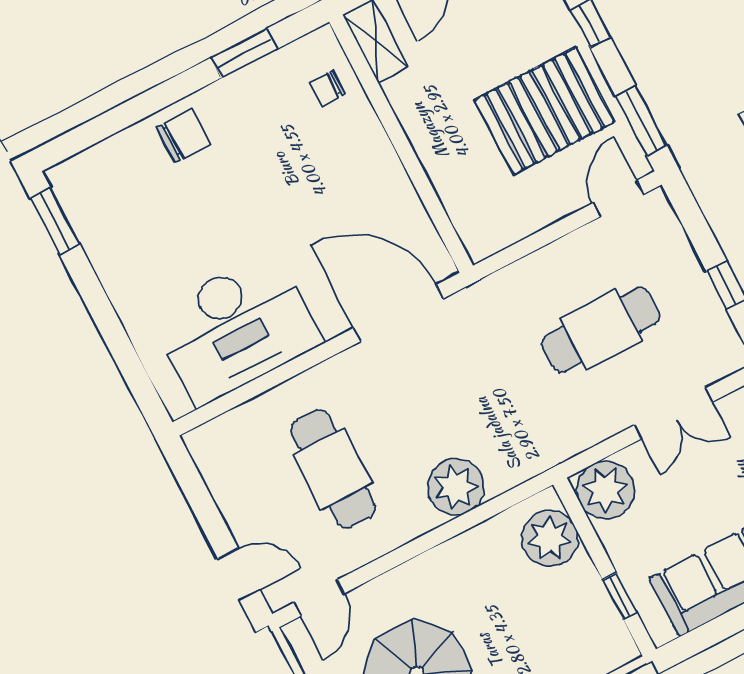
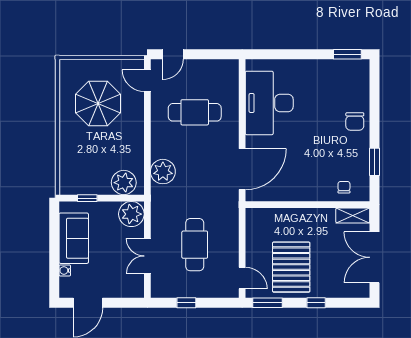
plant: (456, 487) -> (163, 172), moved

